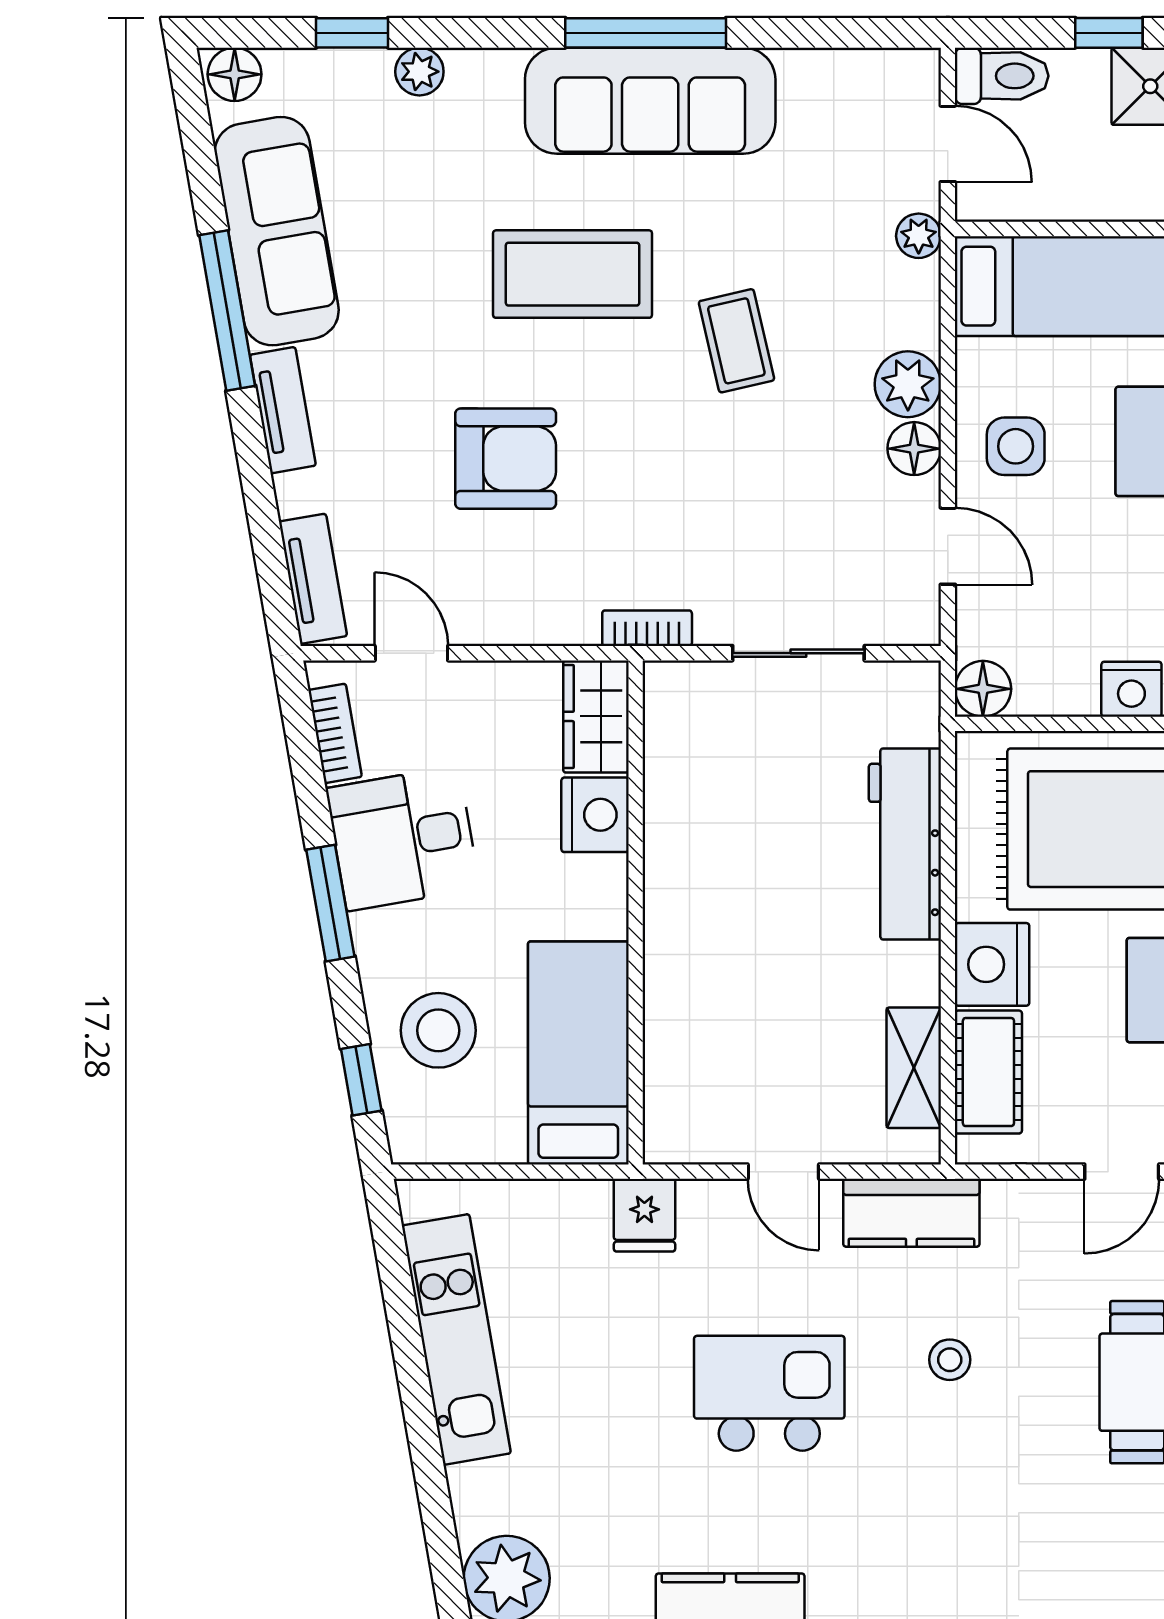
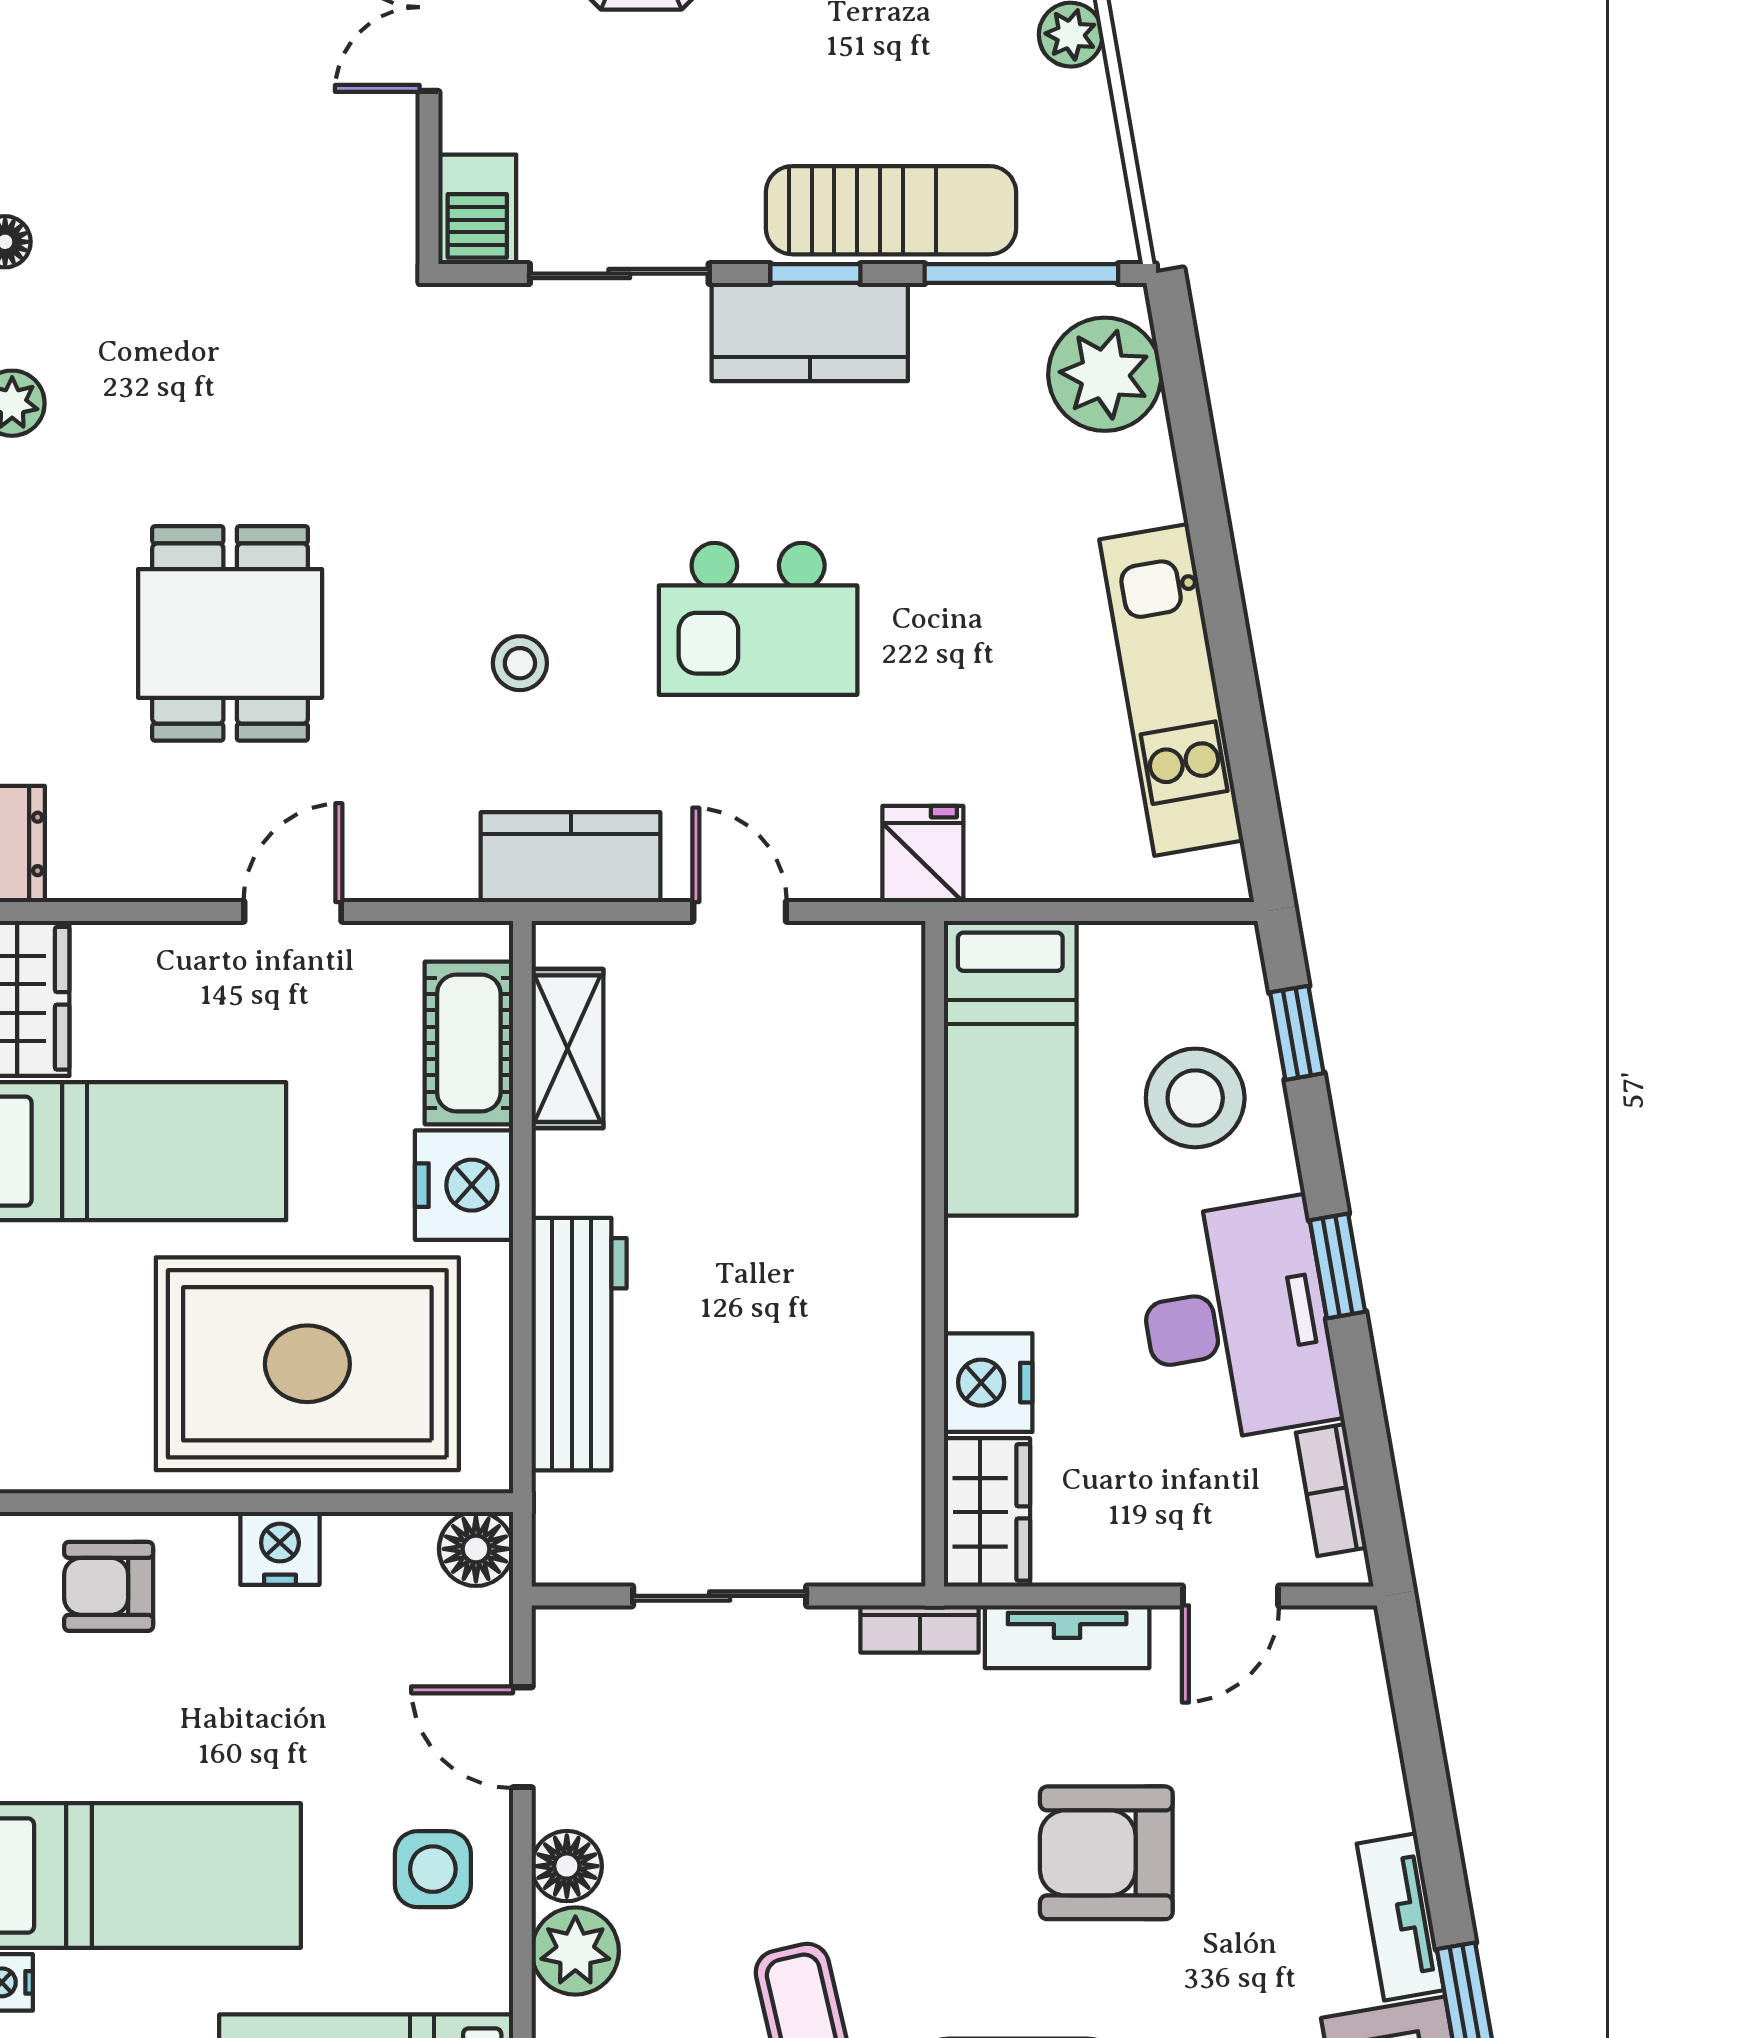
tv unit: (313, 579) -> (1067, 1637), moved, turned -80
door: (411, 653) -> (1231, 1596), hinge flipped
desk: (403, 838) -> (1237, 1321), width x1.37
window: (330, 903) -> (1338, 1266), width x0.67

